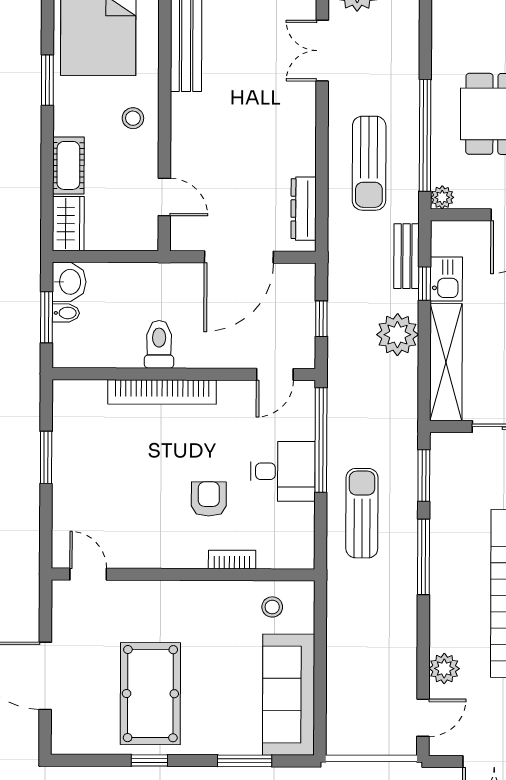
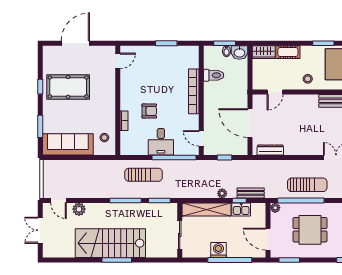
sun lounger: (369, 163) -> (307, 185), moved, turned 180
plant: (397, 335) -> (222, 193), width x0.53, depth x0.53
toilet: (159, 344) -> (214, 75), moved

